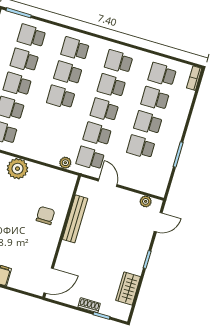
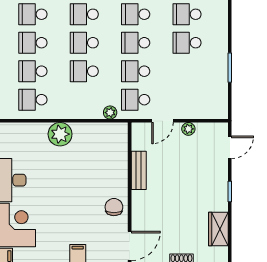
school desk: (141, 147) -> (84, 71), moved
door: (108, 183) -> (162, 121), swing flipped
plant: (146, 201) -> (188, 129), moved
chair: (45, 215) -> (114, 207), moved
bench: (75, 219) -> (139, 170), width x0.73

